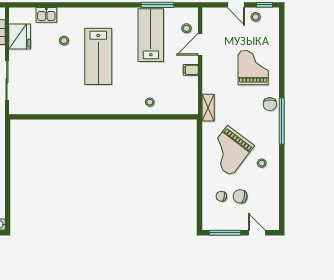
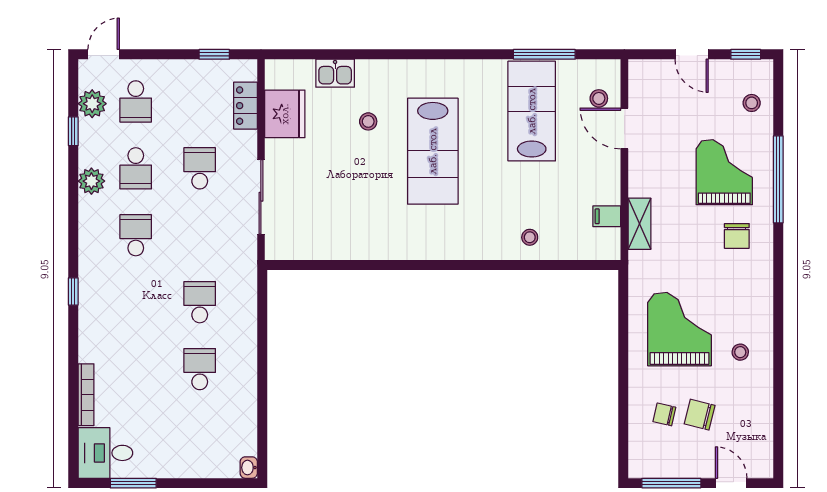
stool: (256, 17) -> (752, 103), moved
door: (200, 44) -> (624, 128), hinge flipped
filing cabinet: (191, 70) -> (607, 216), moved
chair: (270, 104) -> (737, 236), moved
shelving: (208, 108) -> (639, 224), moved
window: (282, 121) -> (778, 179), moved
grand piano: (229, 151) -> (679, 329), turned 143

